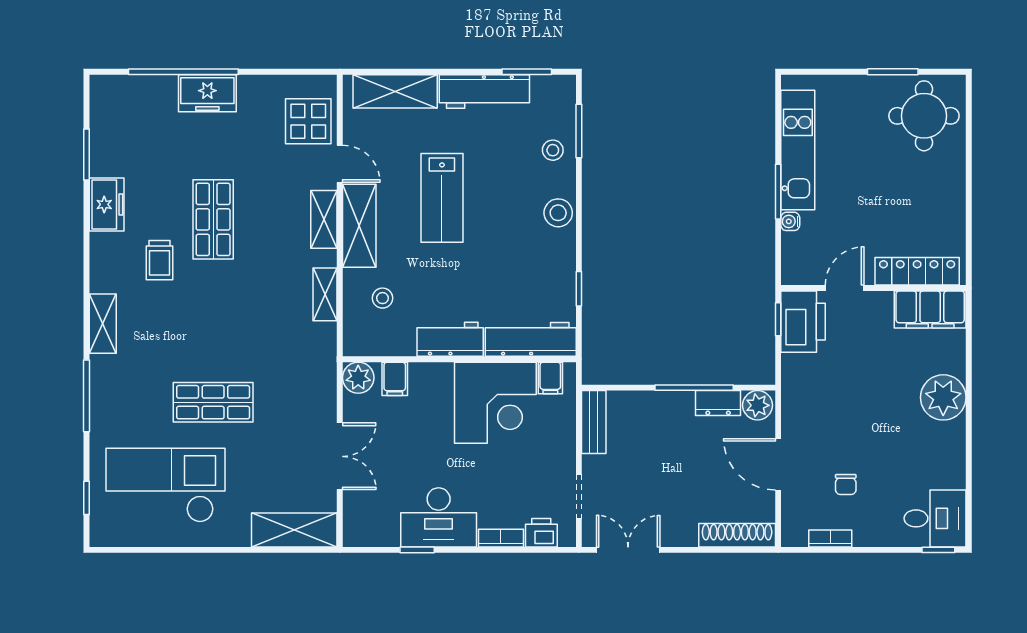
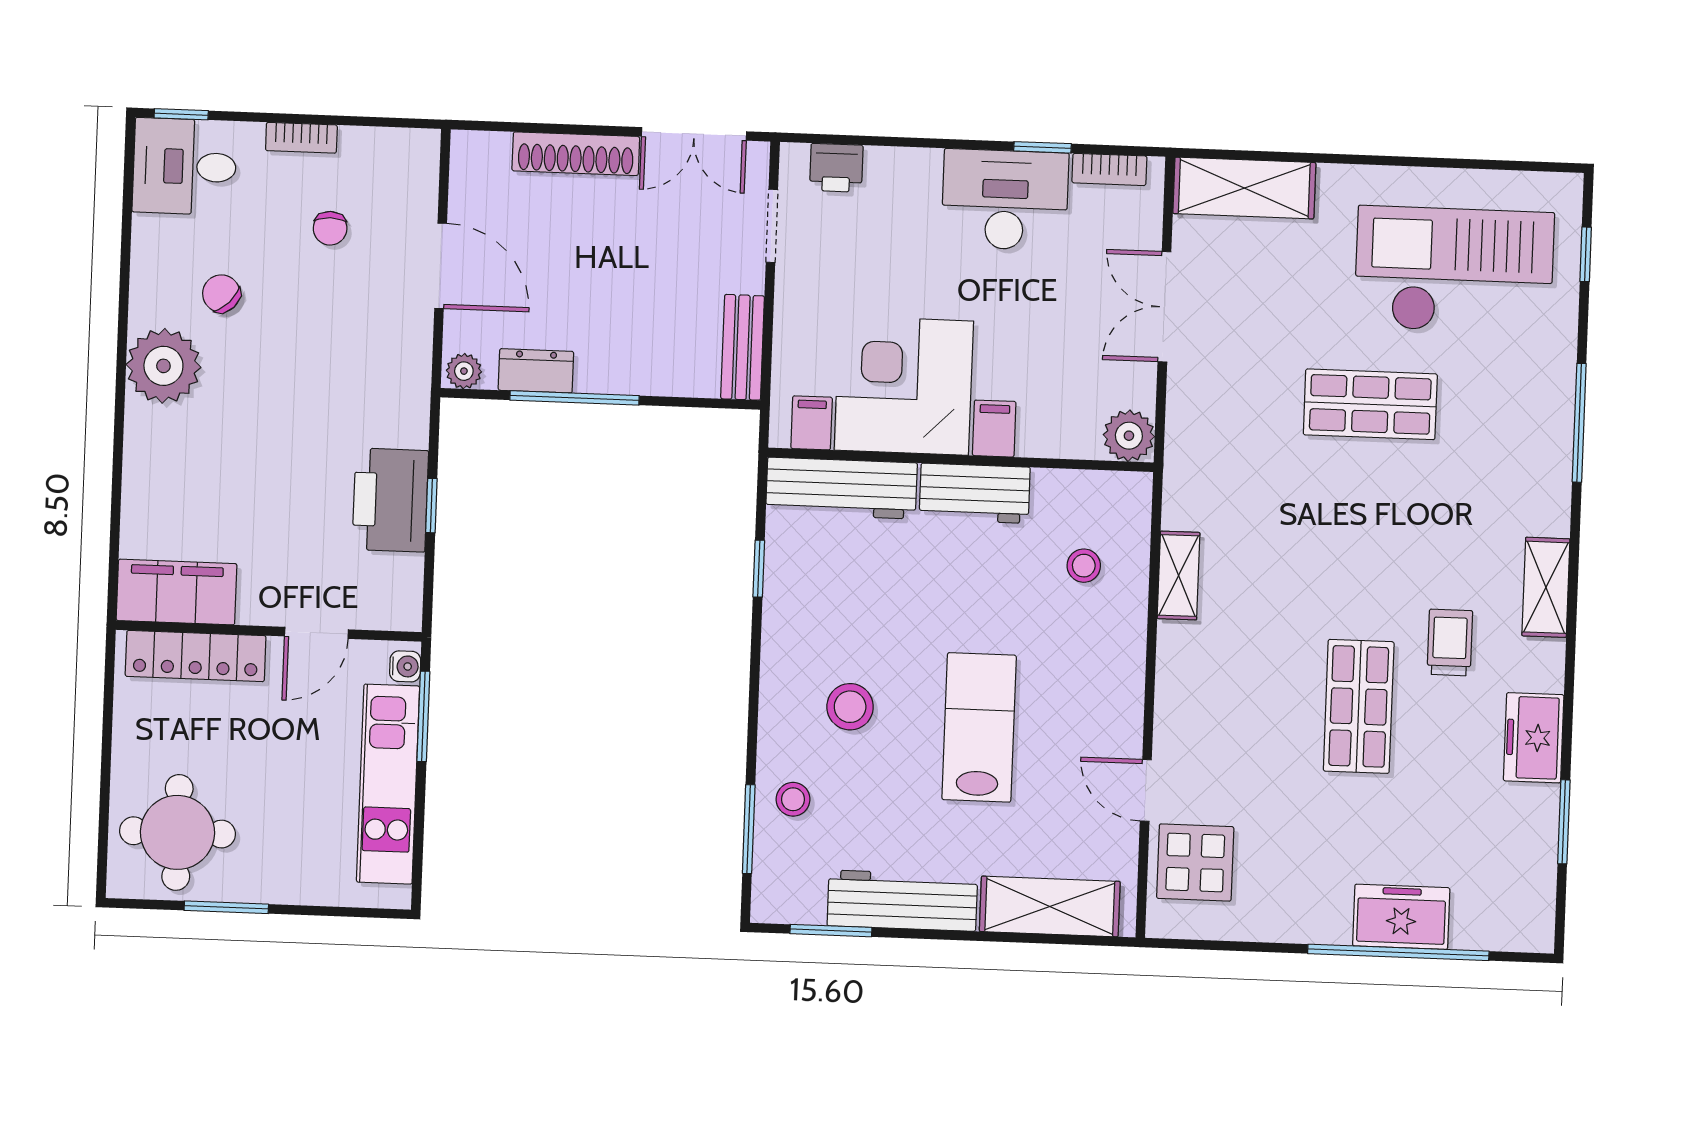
freezer: (207, 93) -> (1401, 917), moved
stool: (558, 213) -> (850, 707), moved
shelving: (324, 219) -> (1176, 699), removed
shelving: (359, 226) -> (1118, 687), removed
locker: (917, 271) -> (196, 656), moved
door: (845, 288) -> (316, 633), moved
wall: (873, 288) -> (269, 631), moved
filing cabinet: (930, 309) -> (177, 592), moved
shelving: (103, 324) -> (1546, 587), moved
filing cabinet: (395, 379) -> (994, 429), moved
plant: (758, 405) -> (464, 371), width x0.73, depth x0.73
chair: (910, 442) -> (221, 294), added
chair: (846, 484) -> (330, 228), turned 180
checkout: (166, 485) -> (1454, 270), turned 180
shoe rack: (737, 535) -> (576, 154), moved
bookcase: (501, 538) -> (1109, 169), moved
bookcase: (830, 538) -> (301, 138), moved

